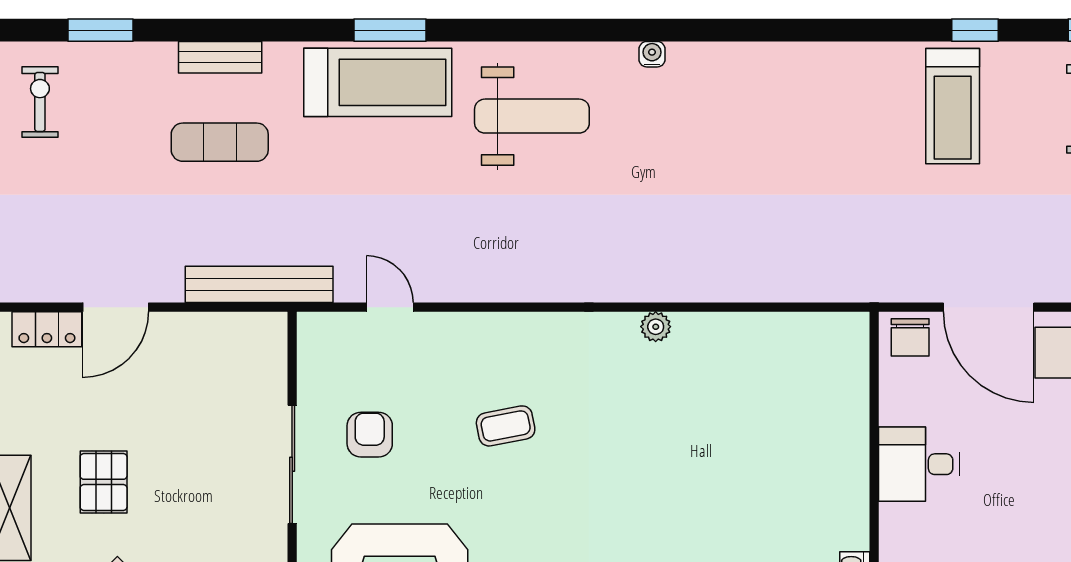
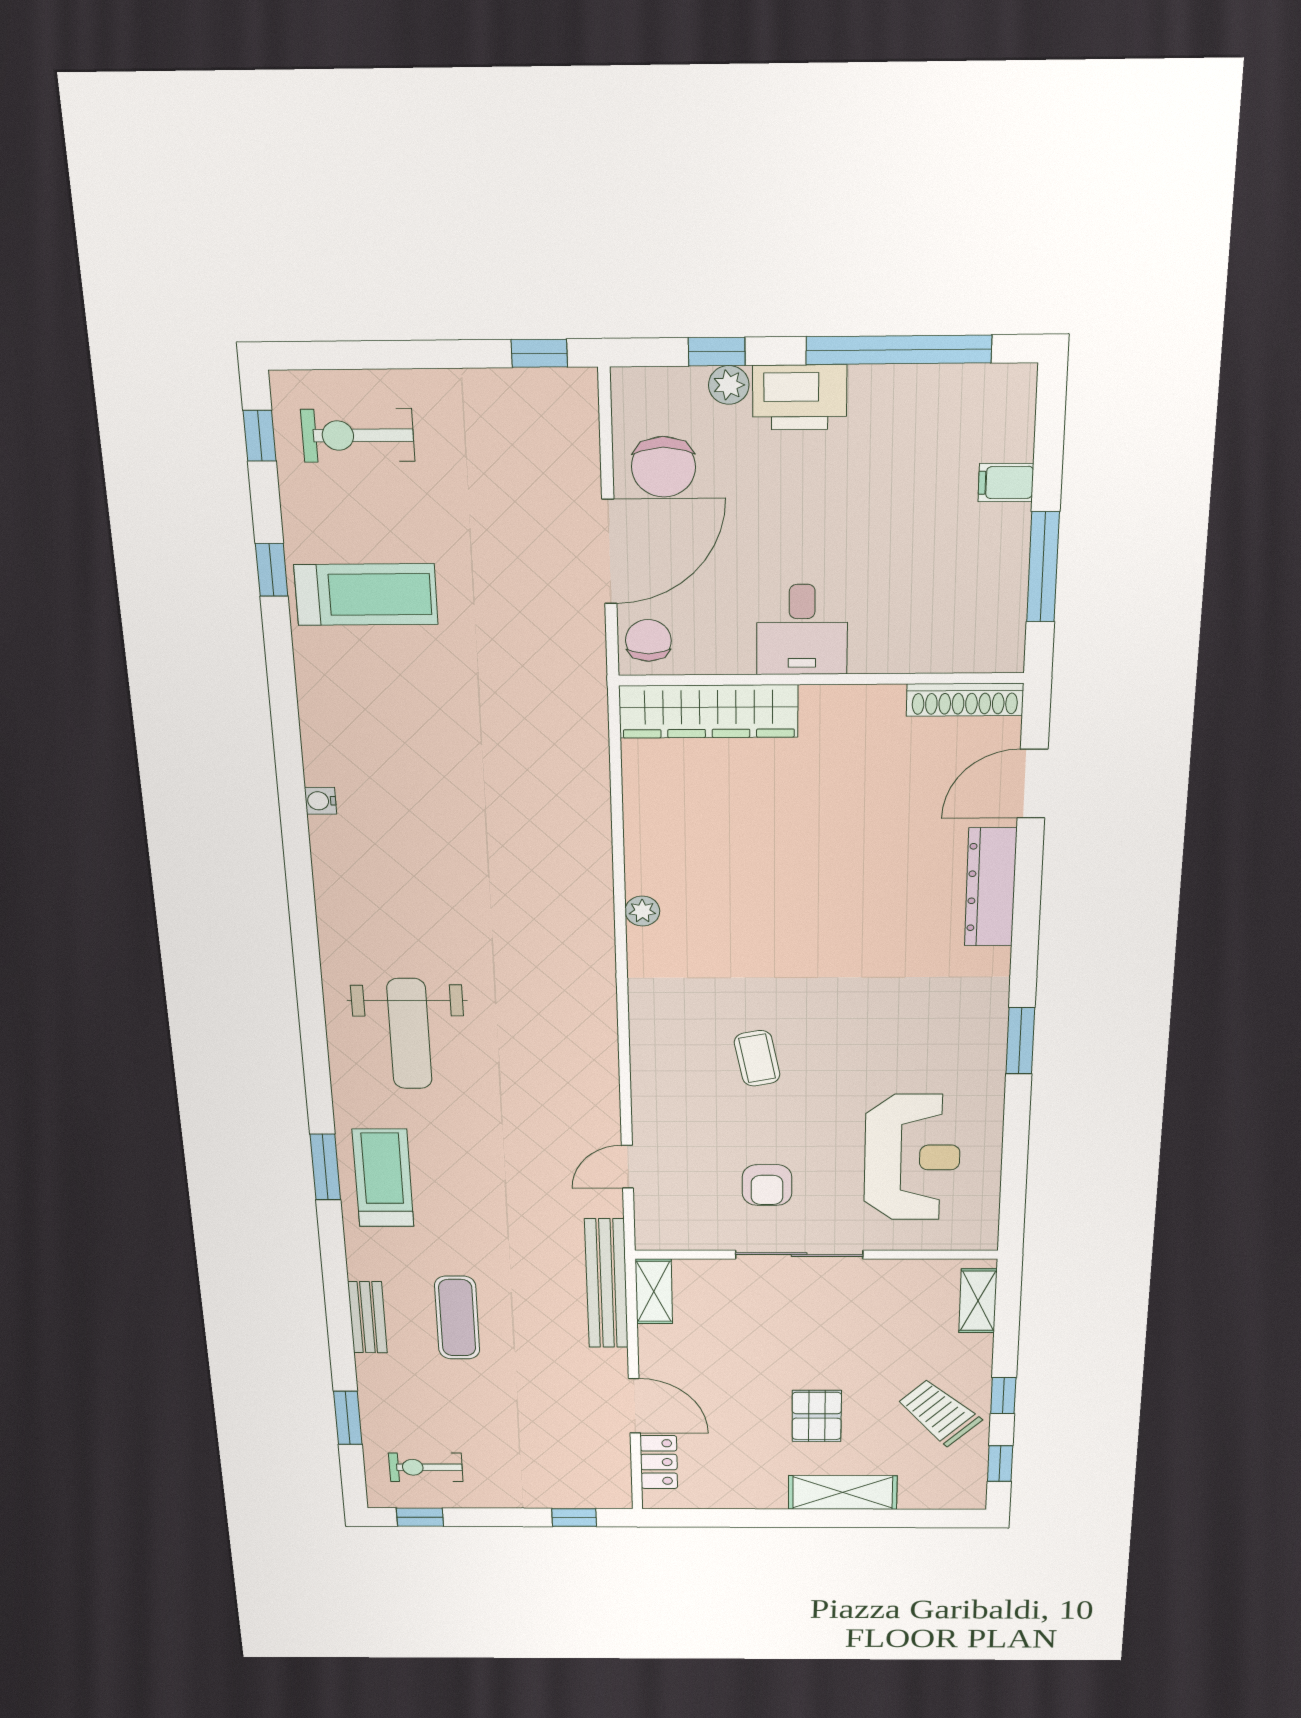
water cooler: (652, 54) -> (321, 801), moved
treadmill: (378, 82) -> (383, 1178), width x0.73, depth x0.73
weight bench: (532, 116) -> (409, 1034), turned 180
shelving: (250, 329) -> (654, 1291), added
chair: (910, 337) -> (648, 640), turned -90
wardrobe: (846, 386) -> (708, 711), added
armchair: (370, 435) -> (767, 1185), turned -90
pallet: (104, 482) -> (817, 1416), turned 90

